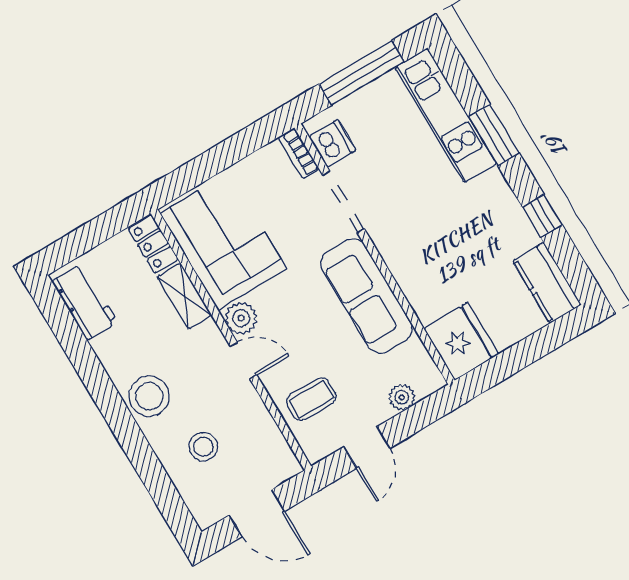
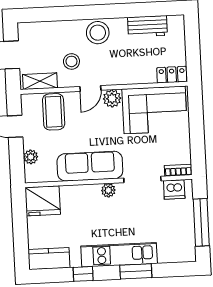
kitchen unit: (446, 115) -> (119, 255), moved
plant: (389, 247) -> (108, 190), added
shelving: (184, 296) -> (40, 81), moved
workbench: (85, 302) -> (147, 26), moved
coffee table: (311, 399) -> (54, 112), width x1.36, depth x1.30
stool: (203, 447) -> (71, 61), moved

